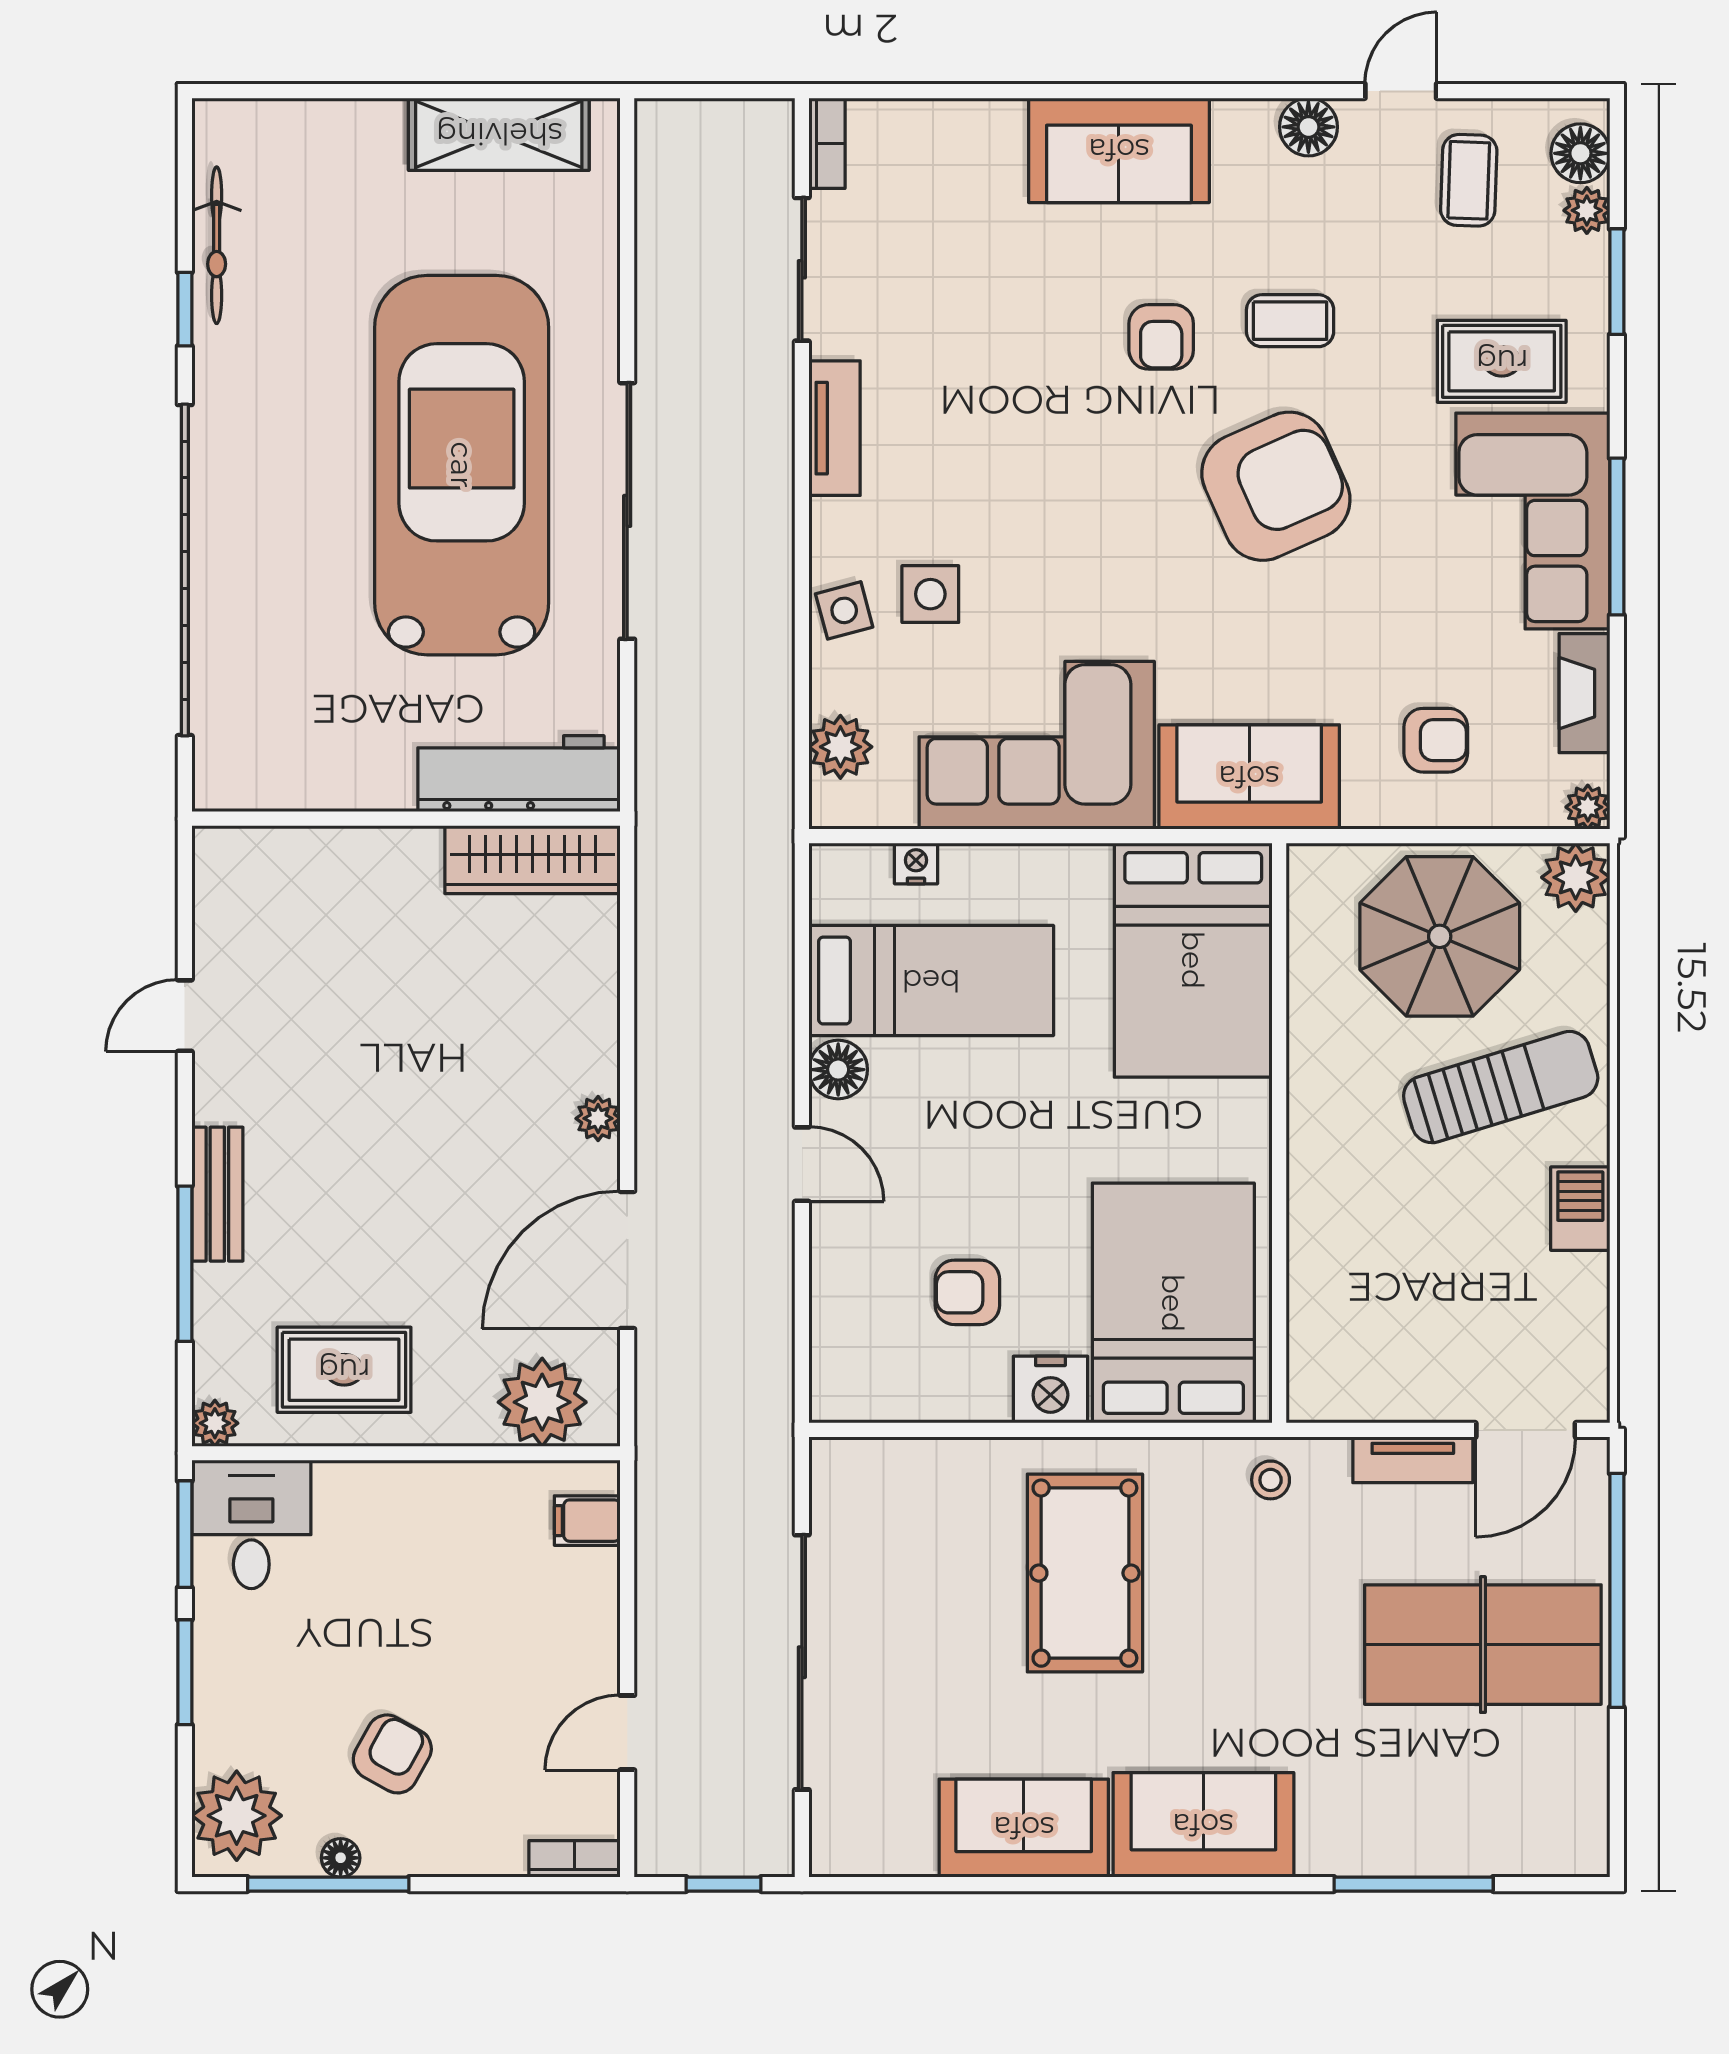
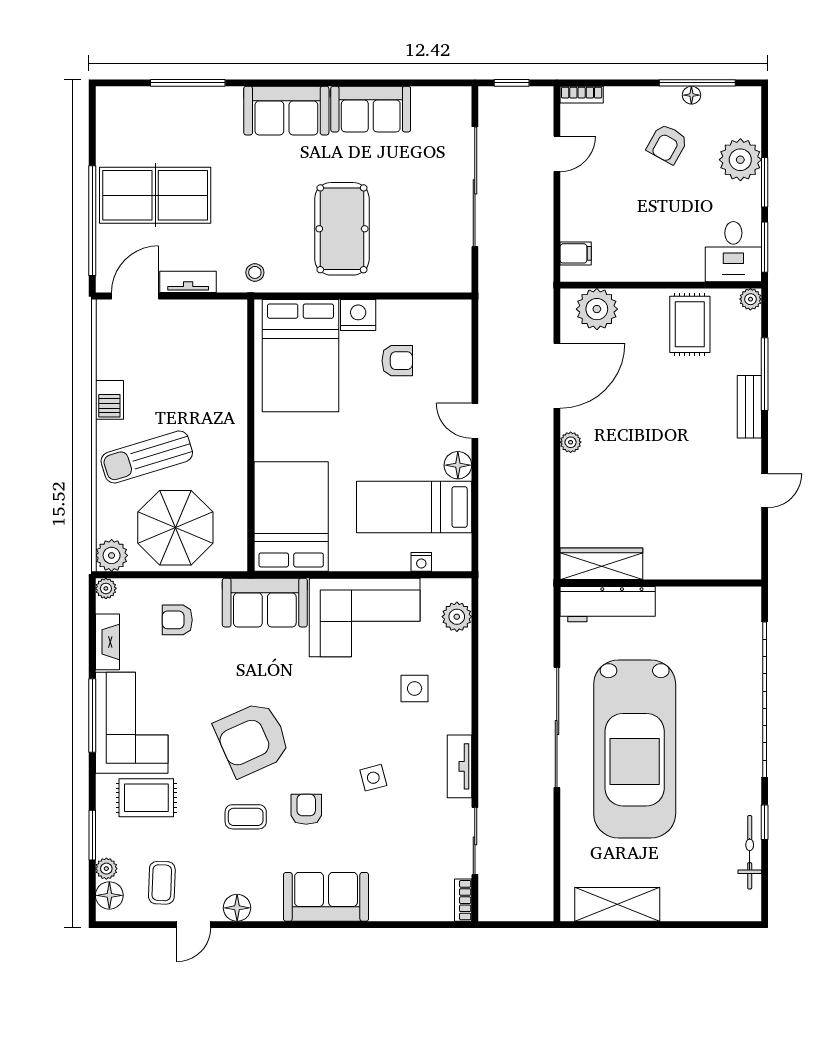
side table: (844, 610) -> (373, 778), moved
rug: (344, 1370) -> (690, 324), turned 90
plant: (237, 1816) -> (740, 160), moved

